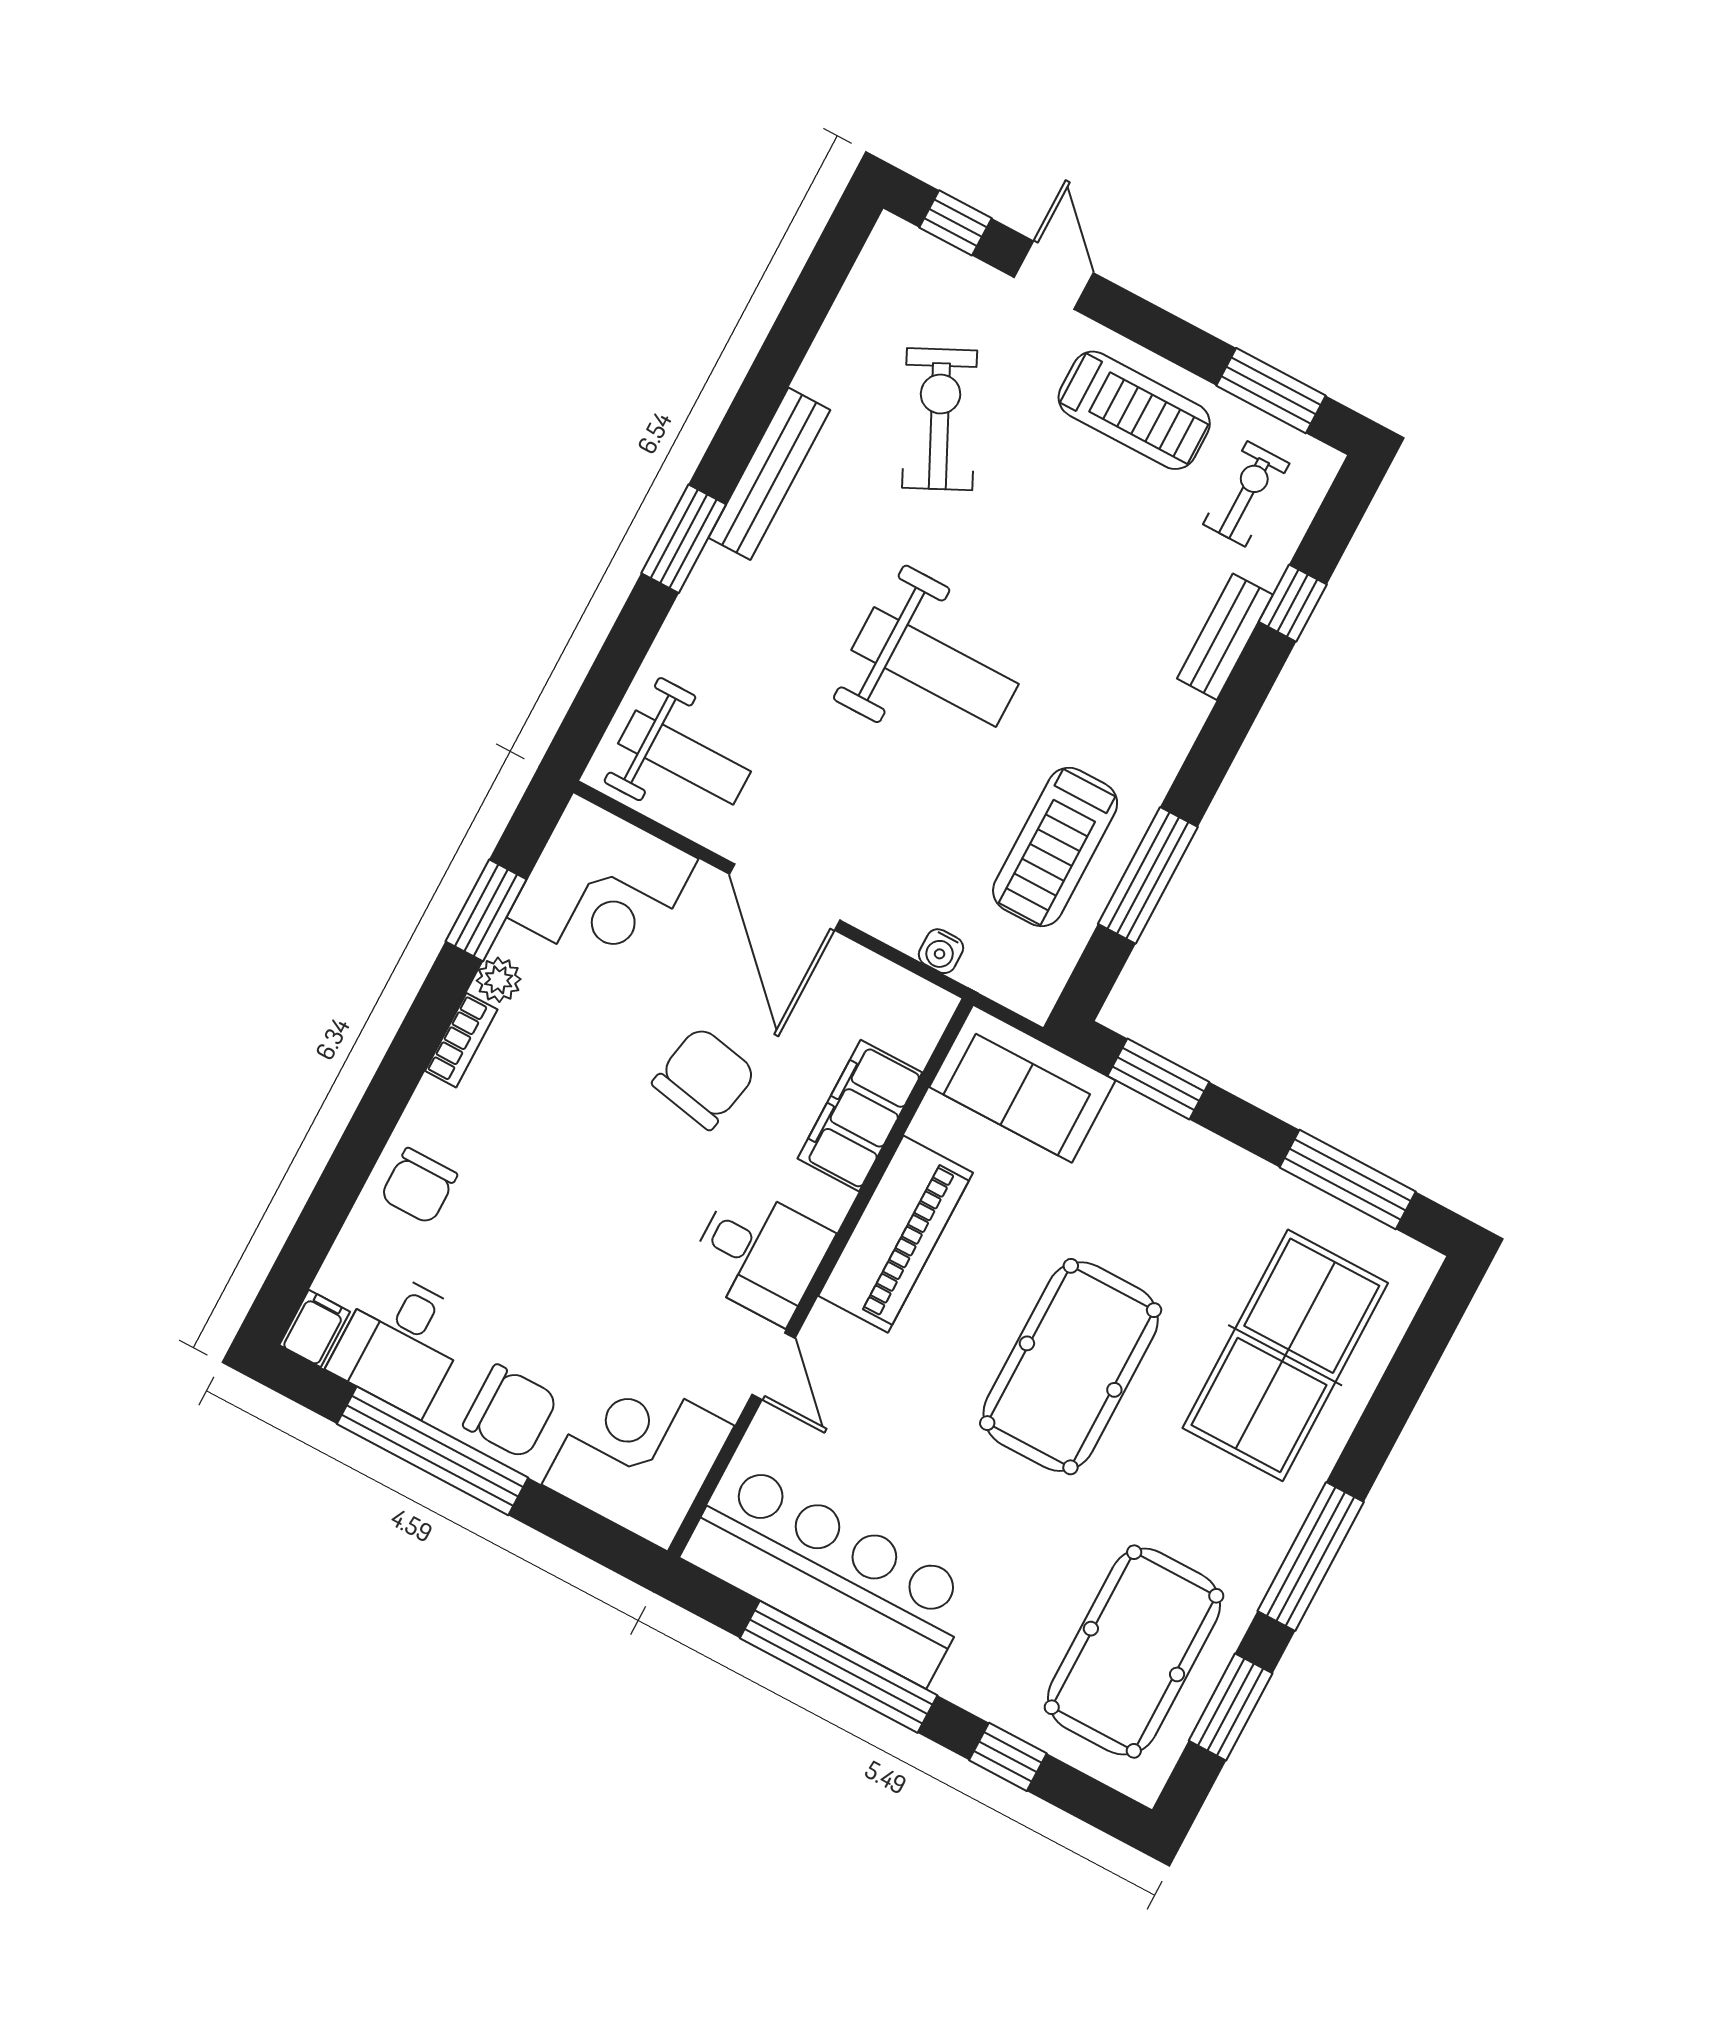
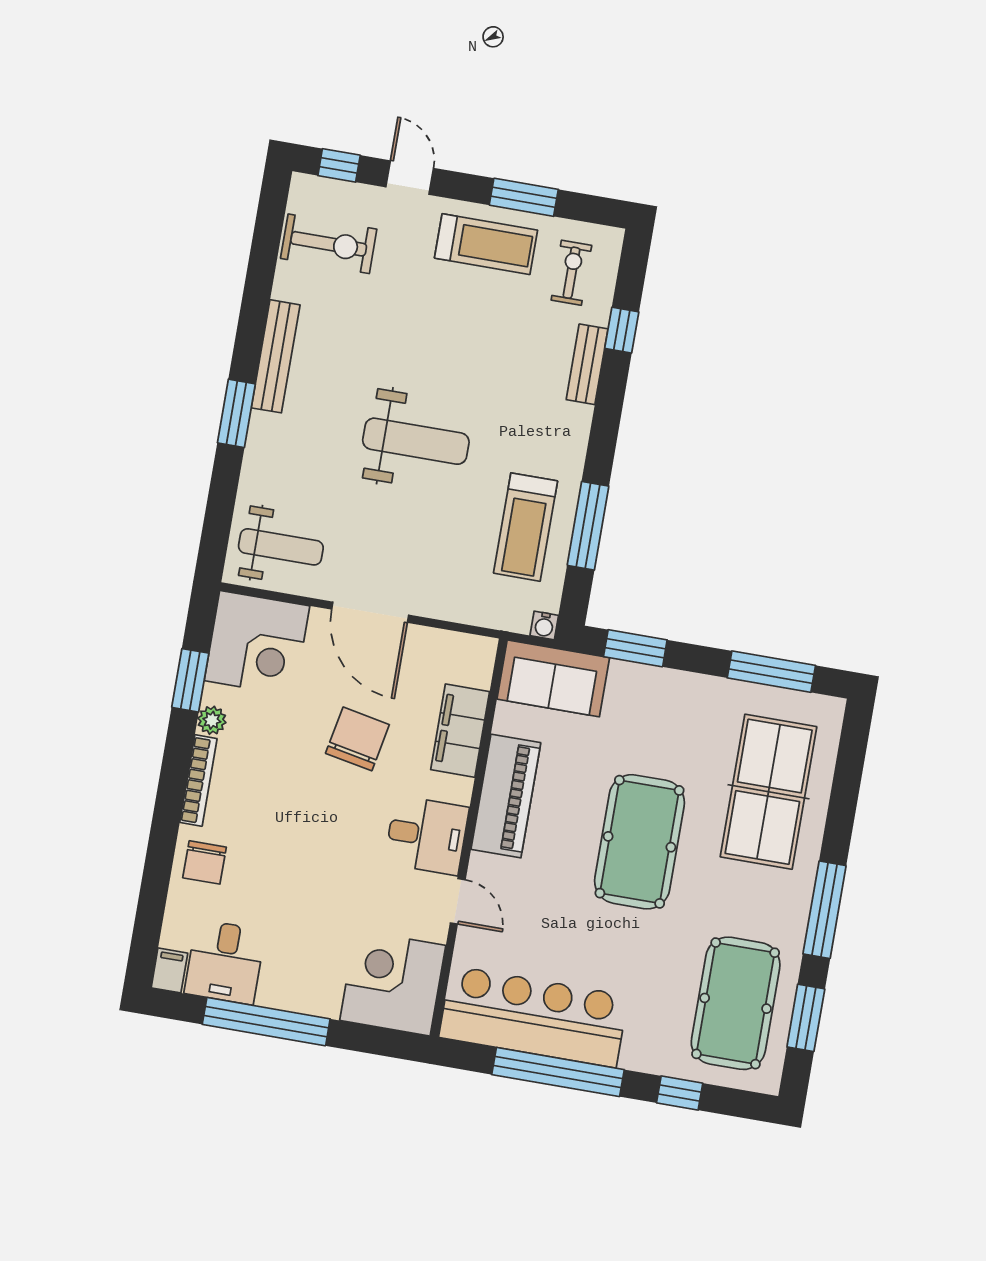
window: (1271, 391) -> (524, 197), moved
exercise bike: (940, 419) -> (329, 244), moved, turned 116
water cooler: (941, 951) -> (544, 625), moved
bookcase: (461, 1040) -> (198, 781), width x1.56
chair: (511, 1412) -> (306, 982), removed

